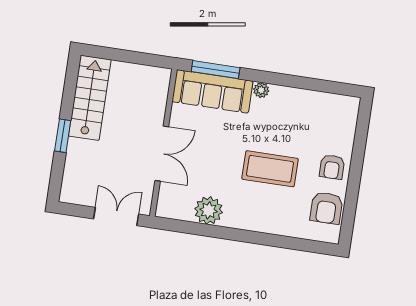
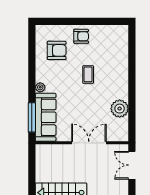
coffee table: (270, 169) -> (88, 74), width x0.54, depth x0.58
armchair: (326, 208) -> (57, 50), moved

